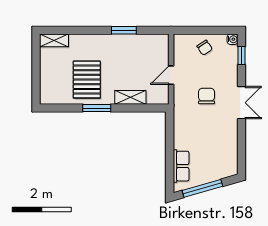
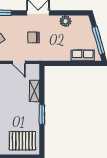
pallet: (87, 80) -> (22, 141), moved
plant: (230, 142) -> (65, 21), added

